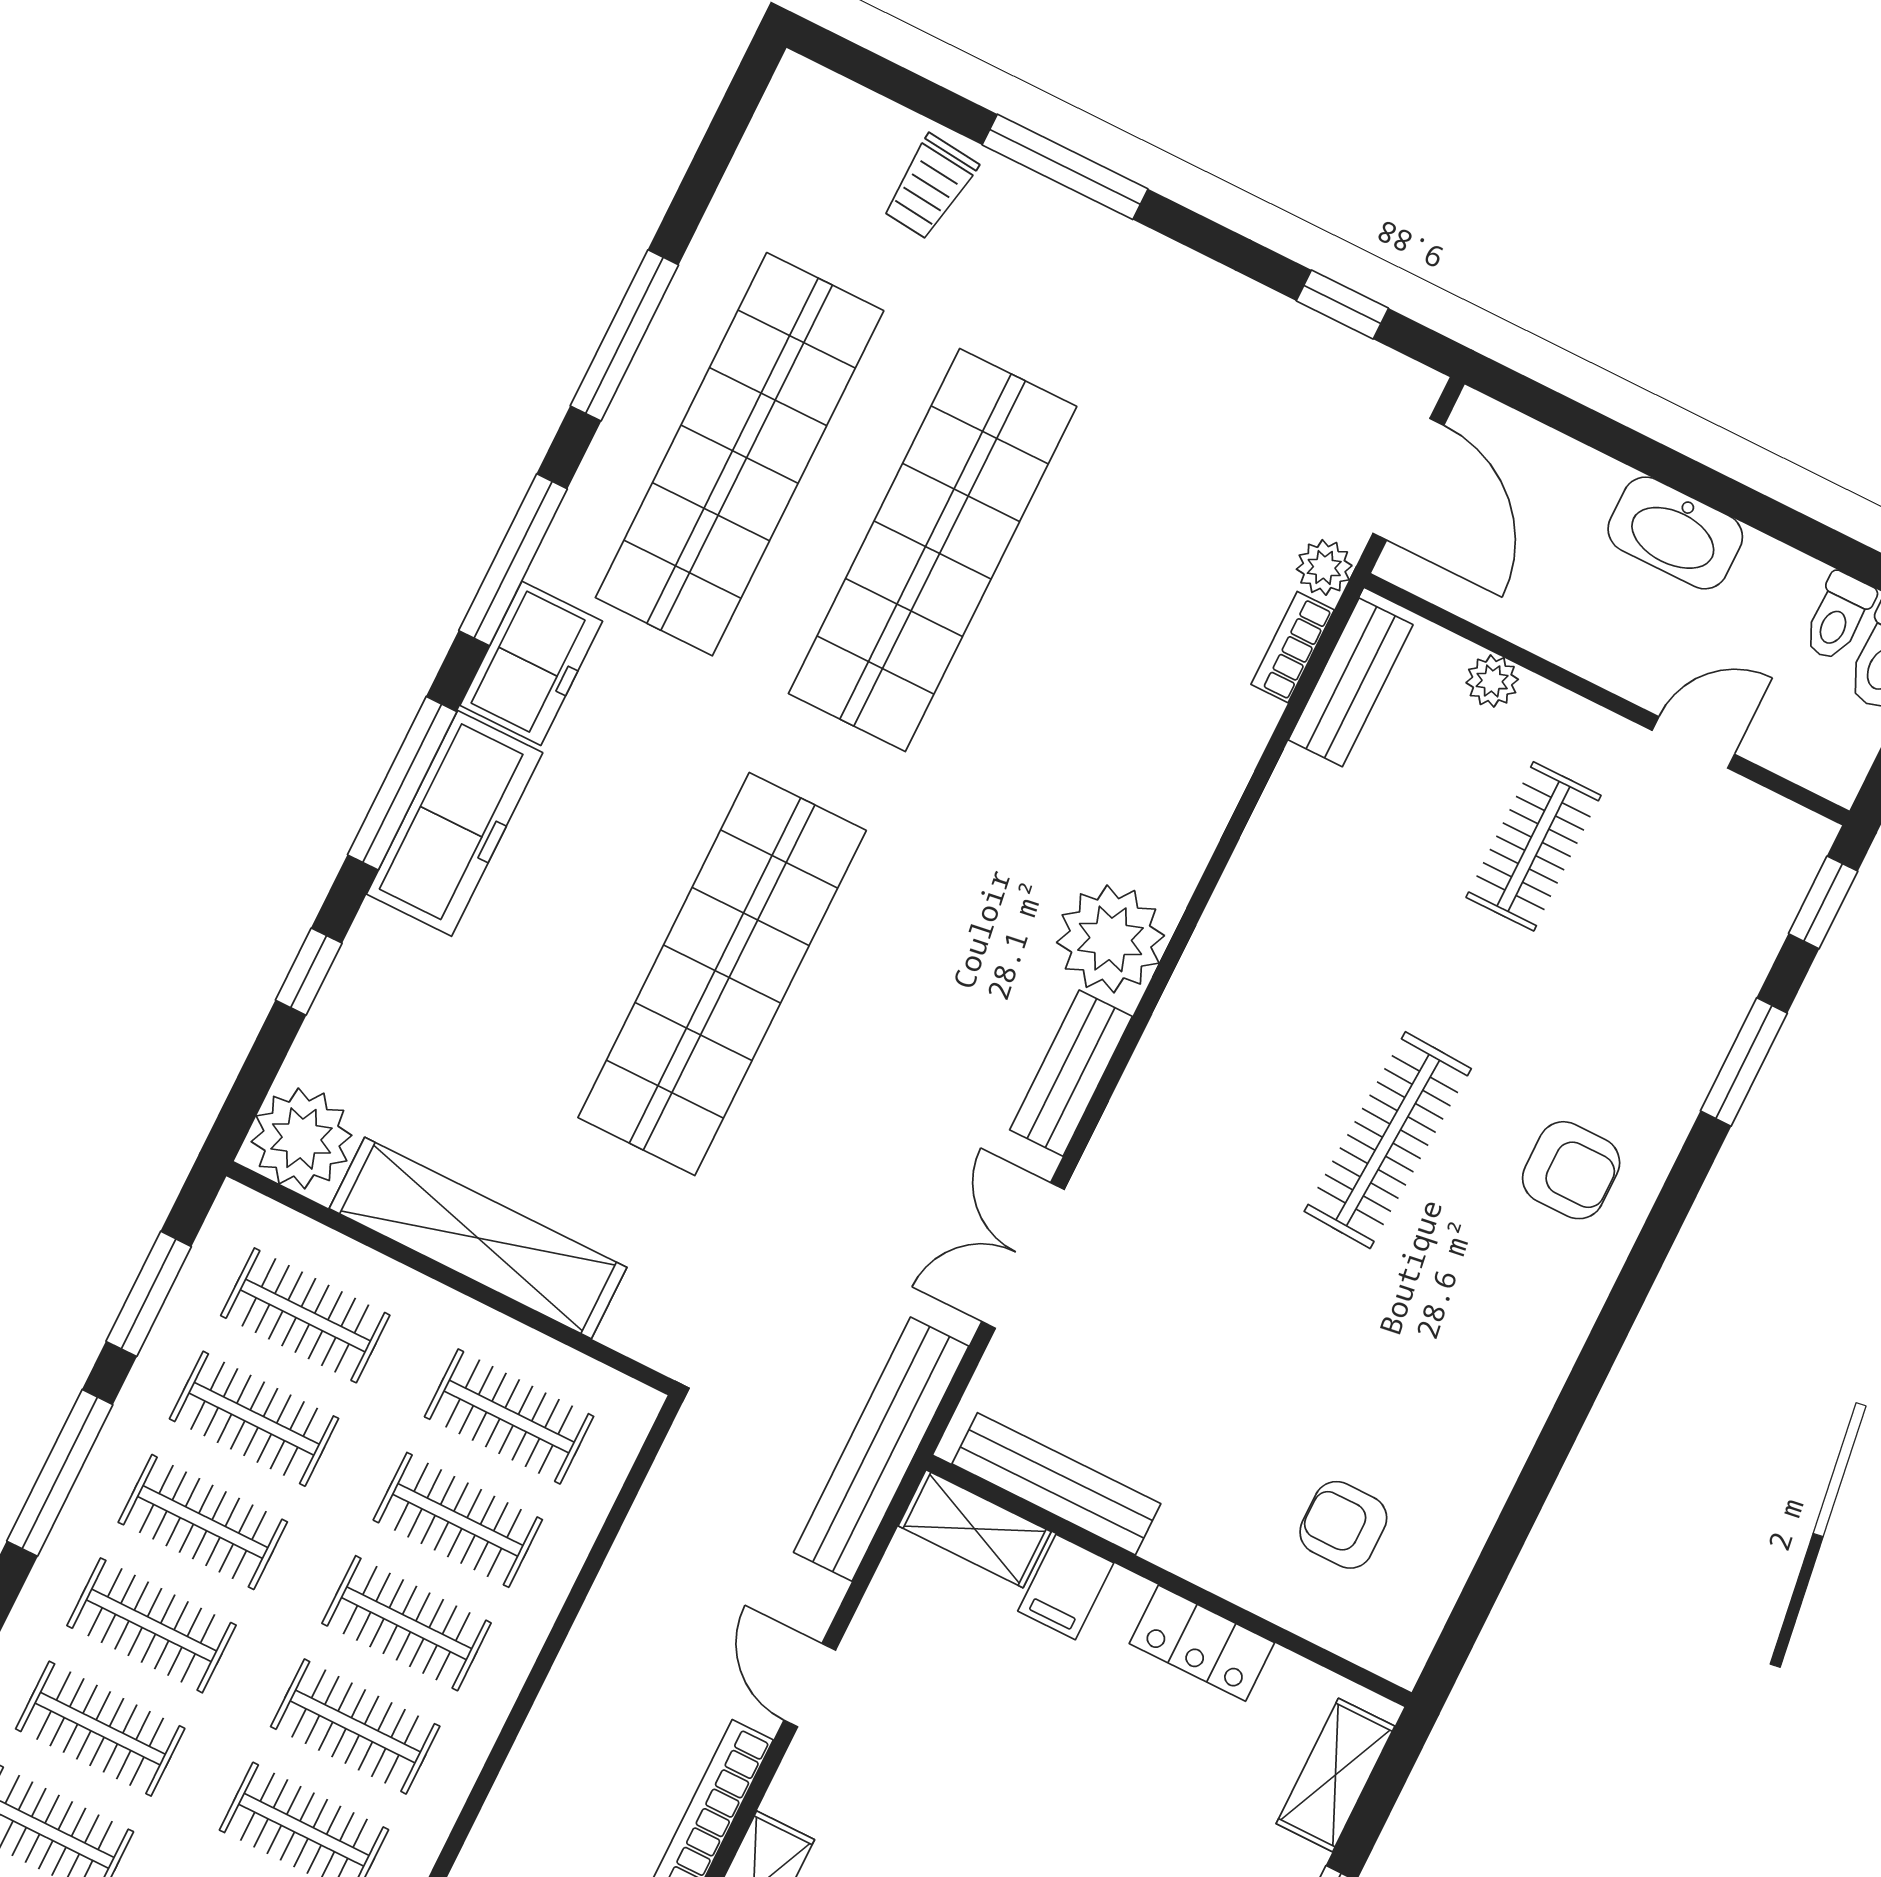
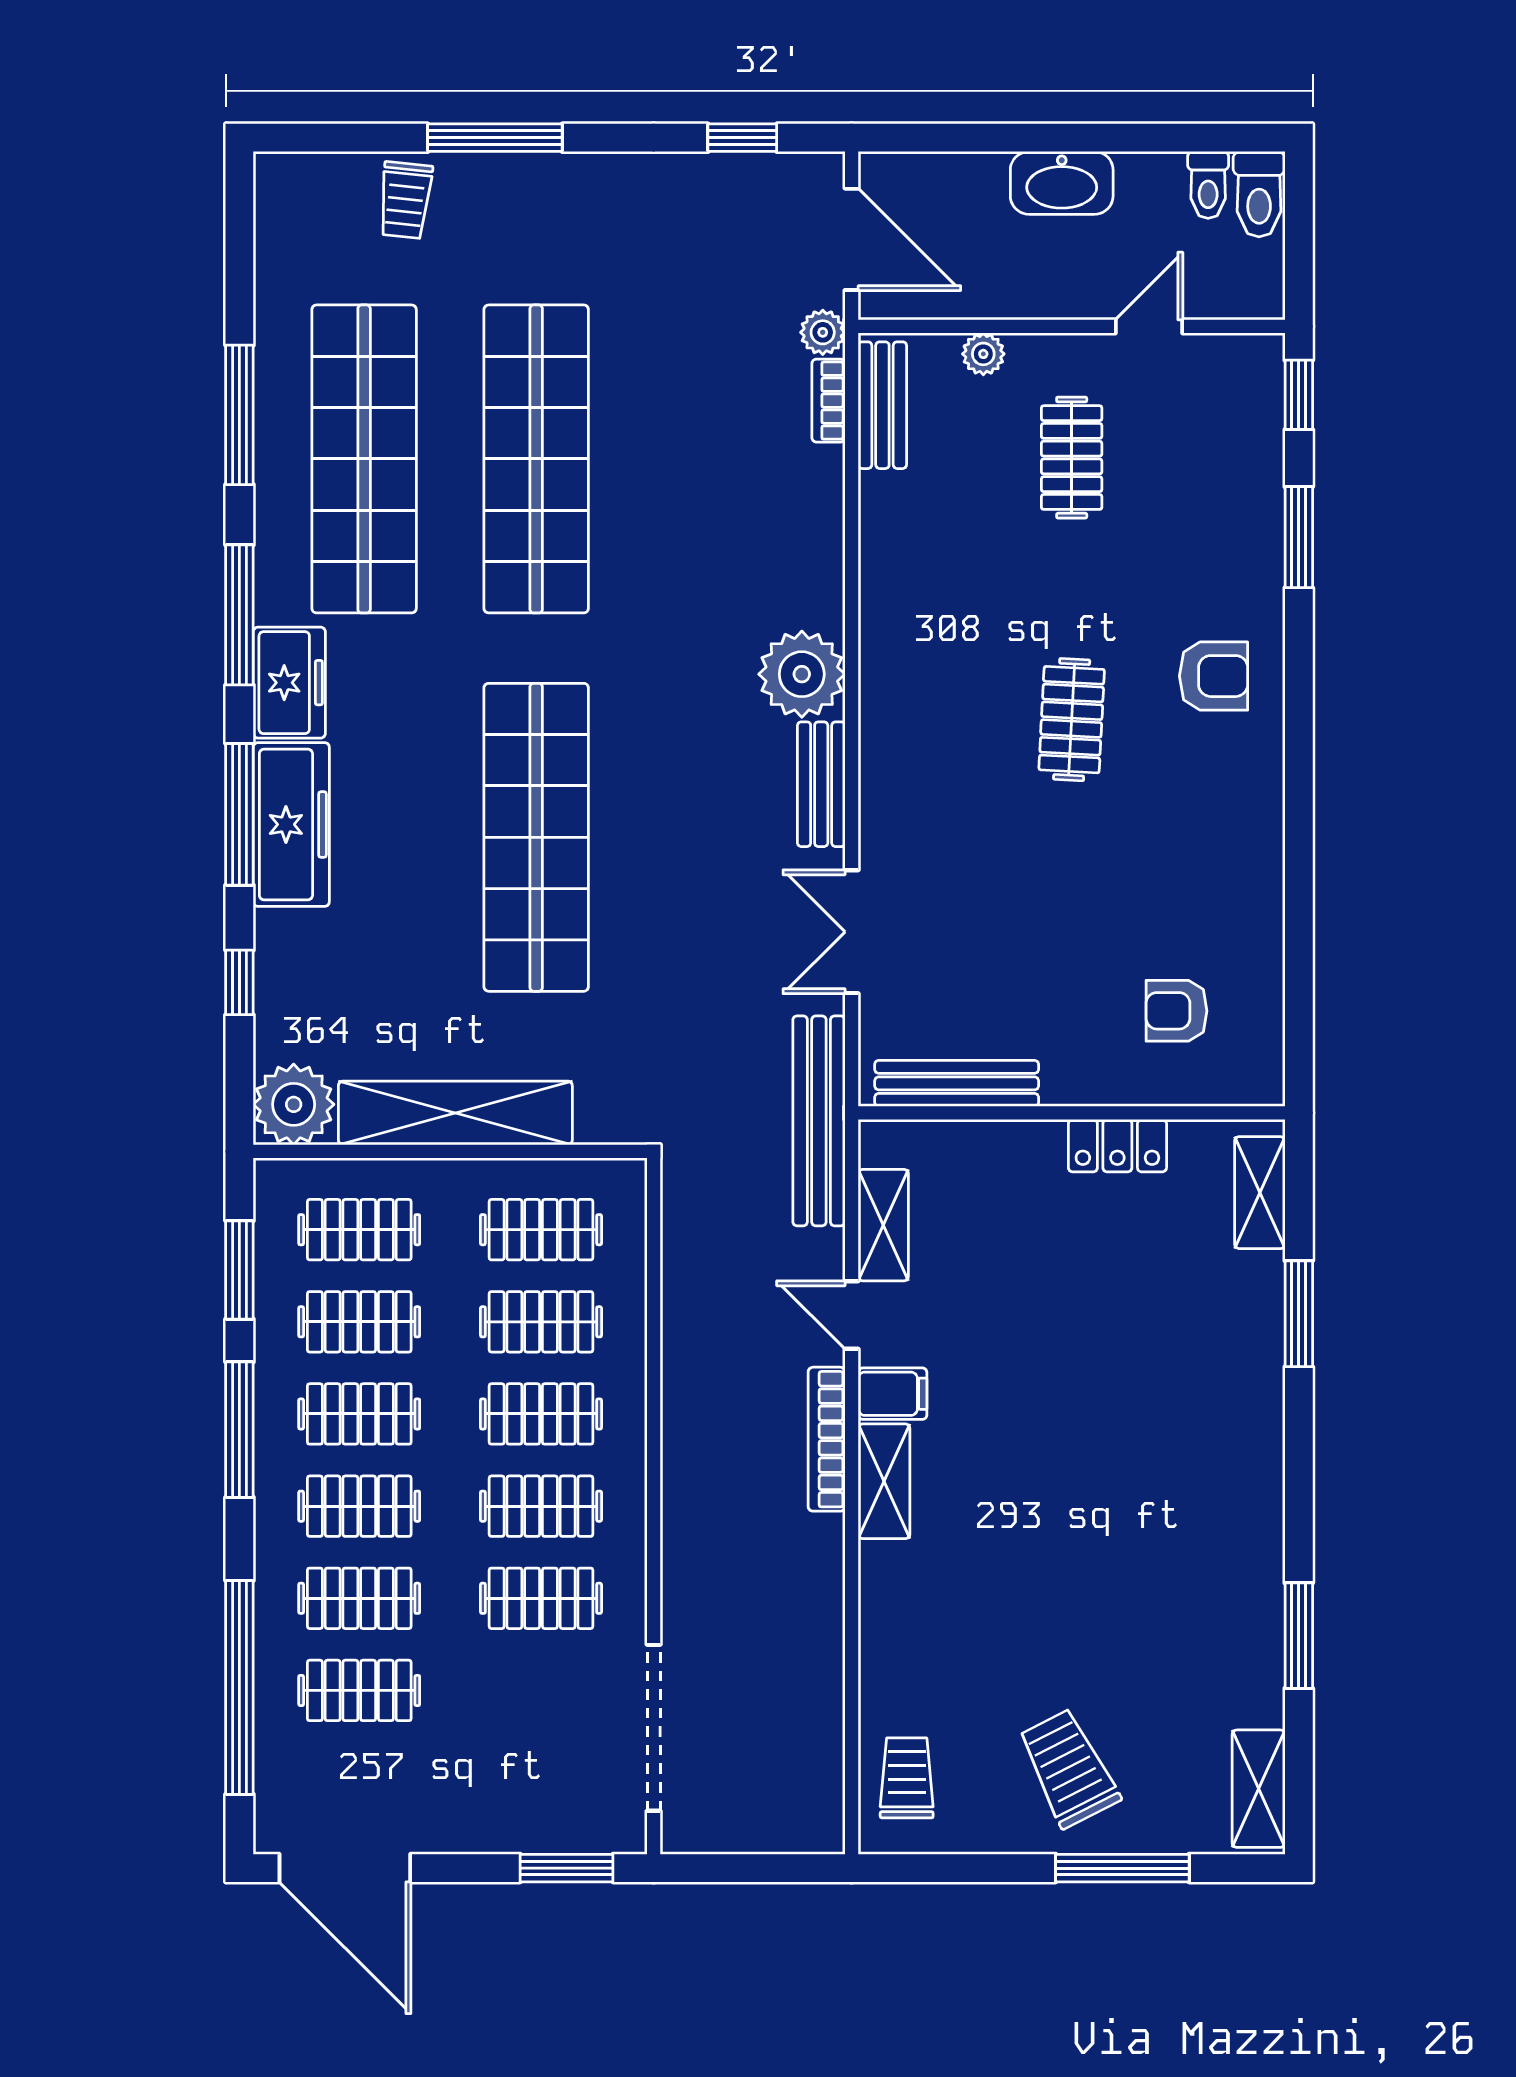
clothes rail: (1388, 1140) -> (1072, 720), width x0.73
shelving: (975, 1529) -> (883, 1225), moved, turned 90
filing cabinet: (1066, 1587) -> (893, 1394), moved, turned -90

